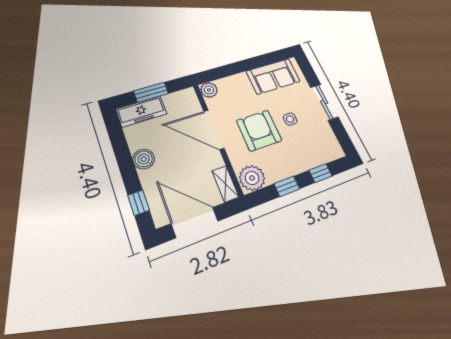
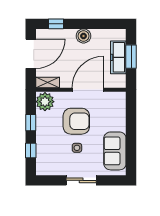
plant: (209, 90) -> (119, 98), removed
freezer: (141, 111) -> (118, 57), moved

